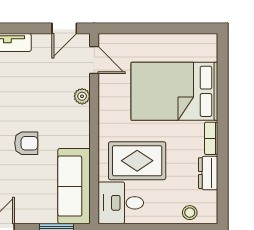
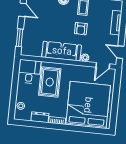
bed: (174, 91) -> (88, 105), width x1.36
armchair: (26, 143) -> (81, 29), moved
sofa: (74, 186) -> (62, 51), moved

